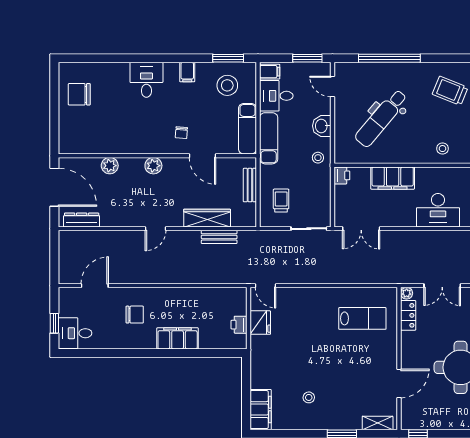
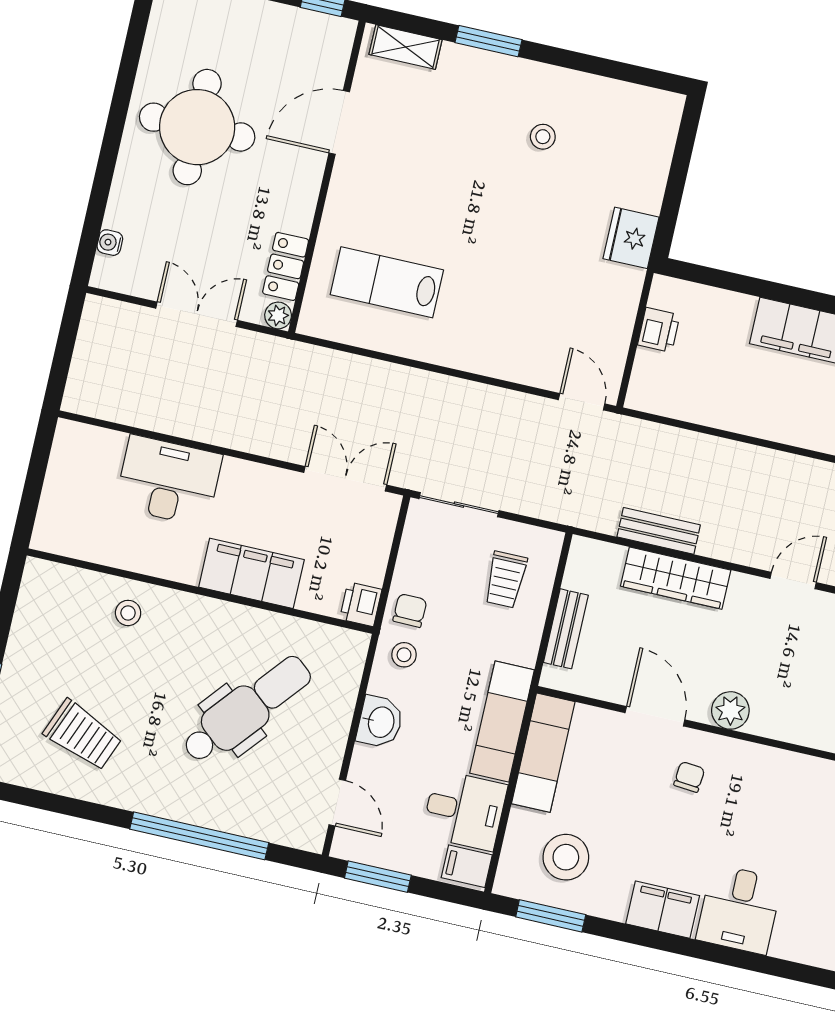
filing cabinet: (187, 72) -> (663, 910), width x2.00
plant: (153, 166) -> (730, 710), moved
chair: (320, 178) -> (410, 610), added
fridge: (260, 323) -> (631, 238), moved
filing cabinet: (261, 410) -> (654, 134), removed

